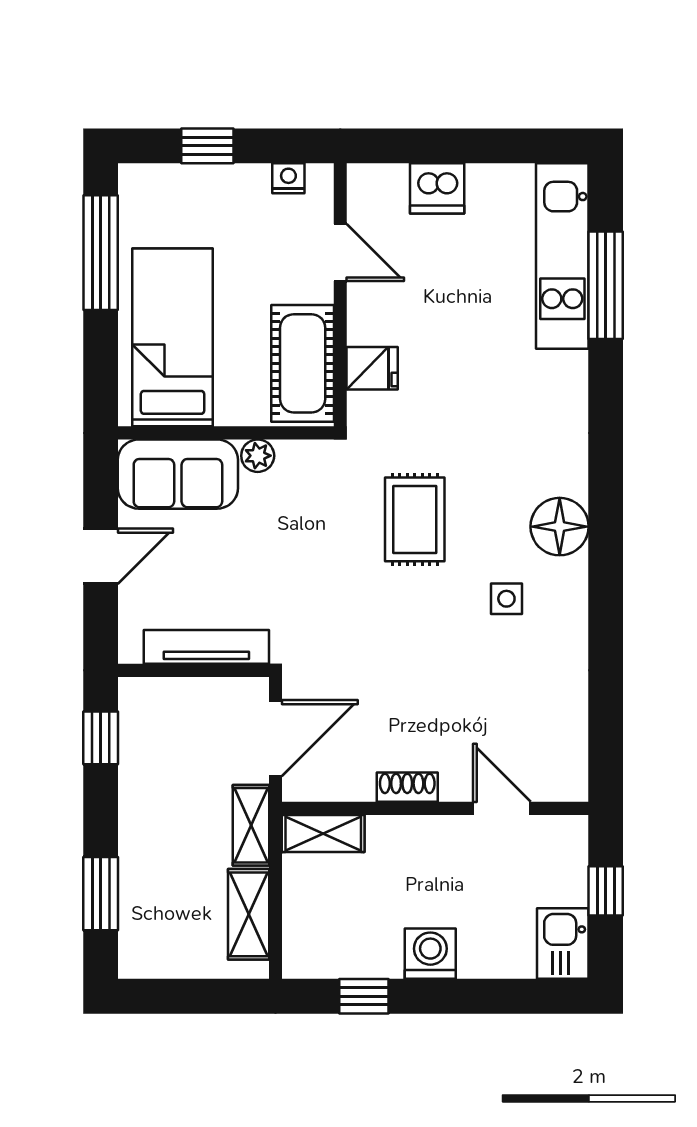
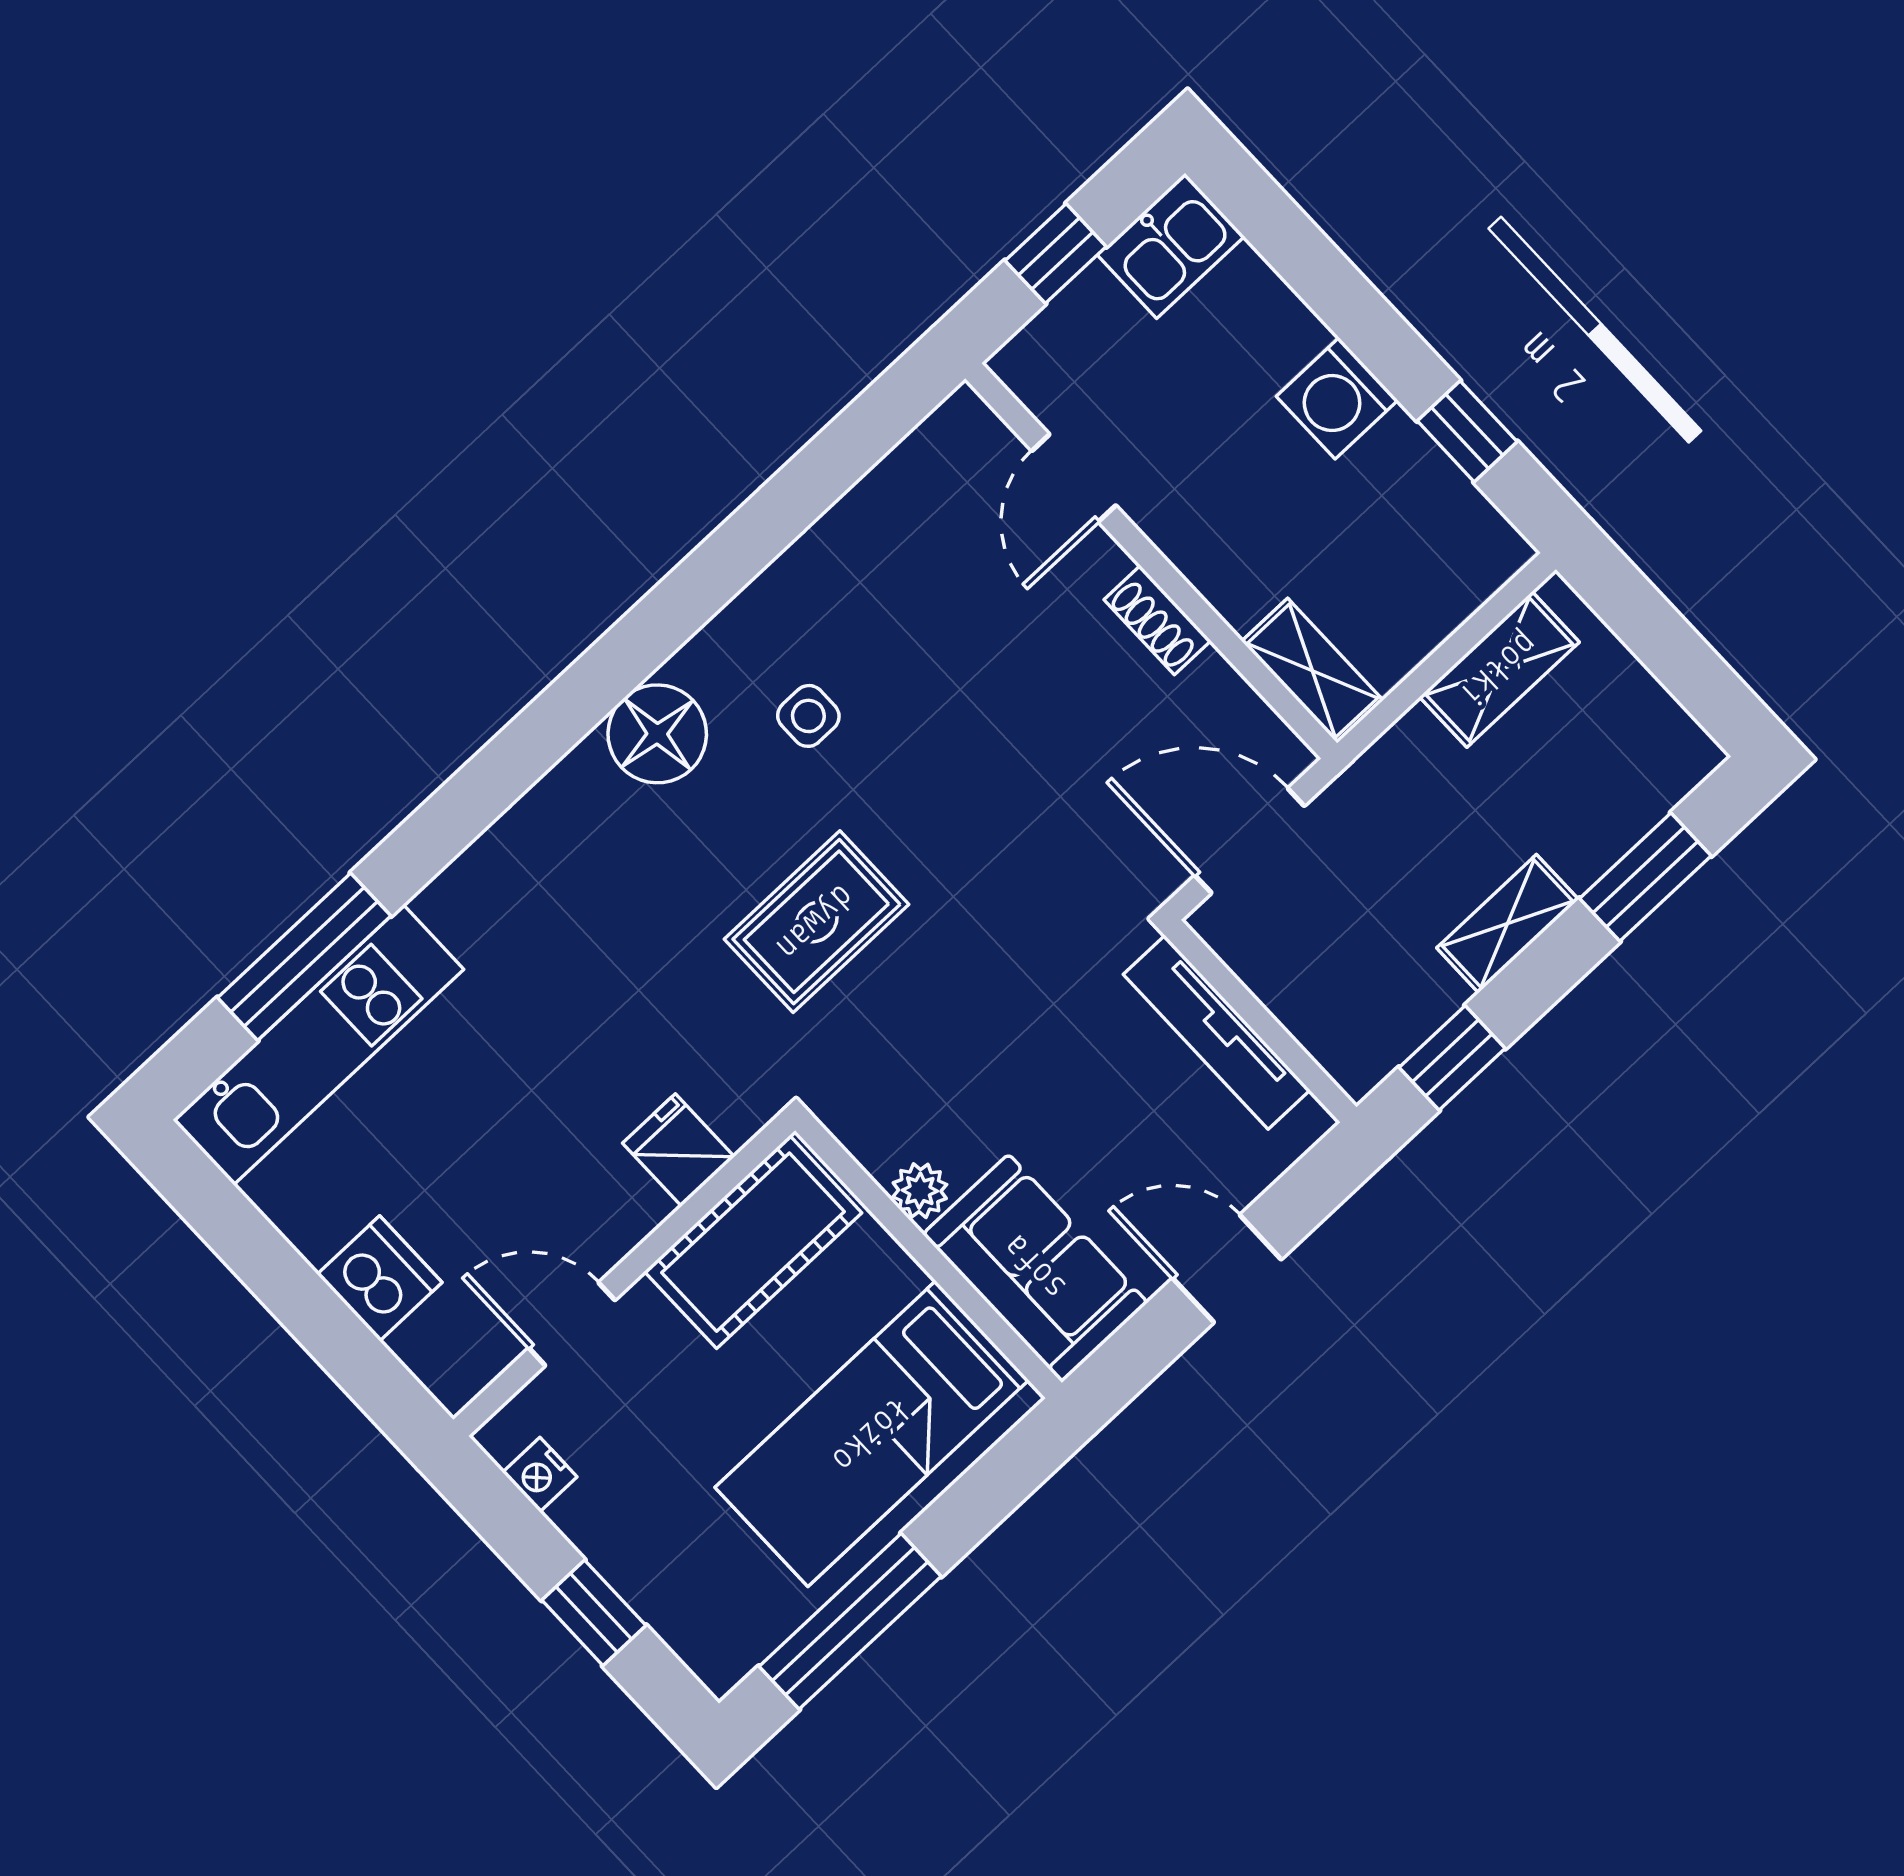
door: (340, 253) -> (572, 1324), hinge flipped
shelving: (251, 825) -> (1508, 924), moved

